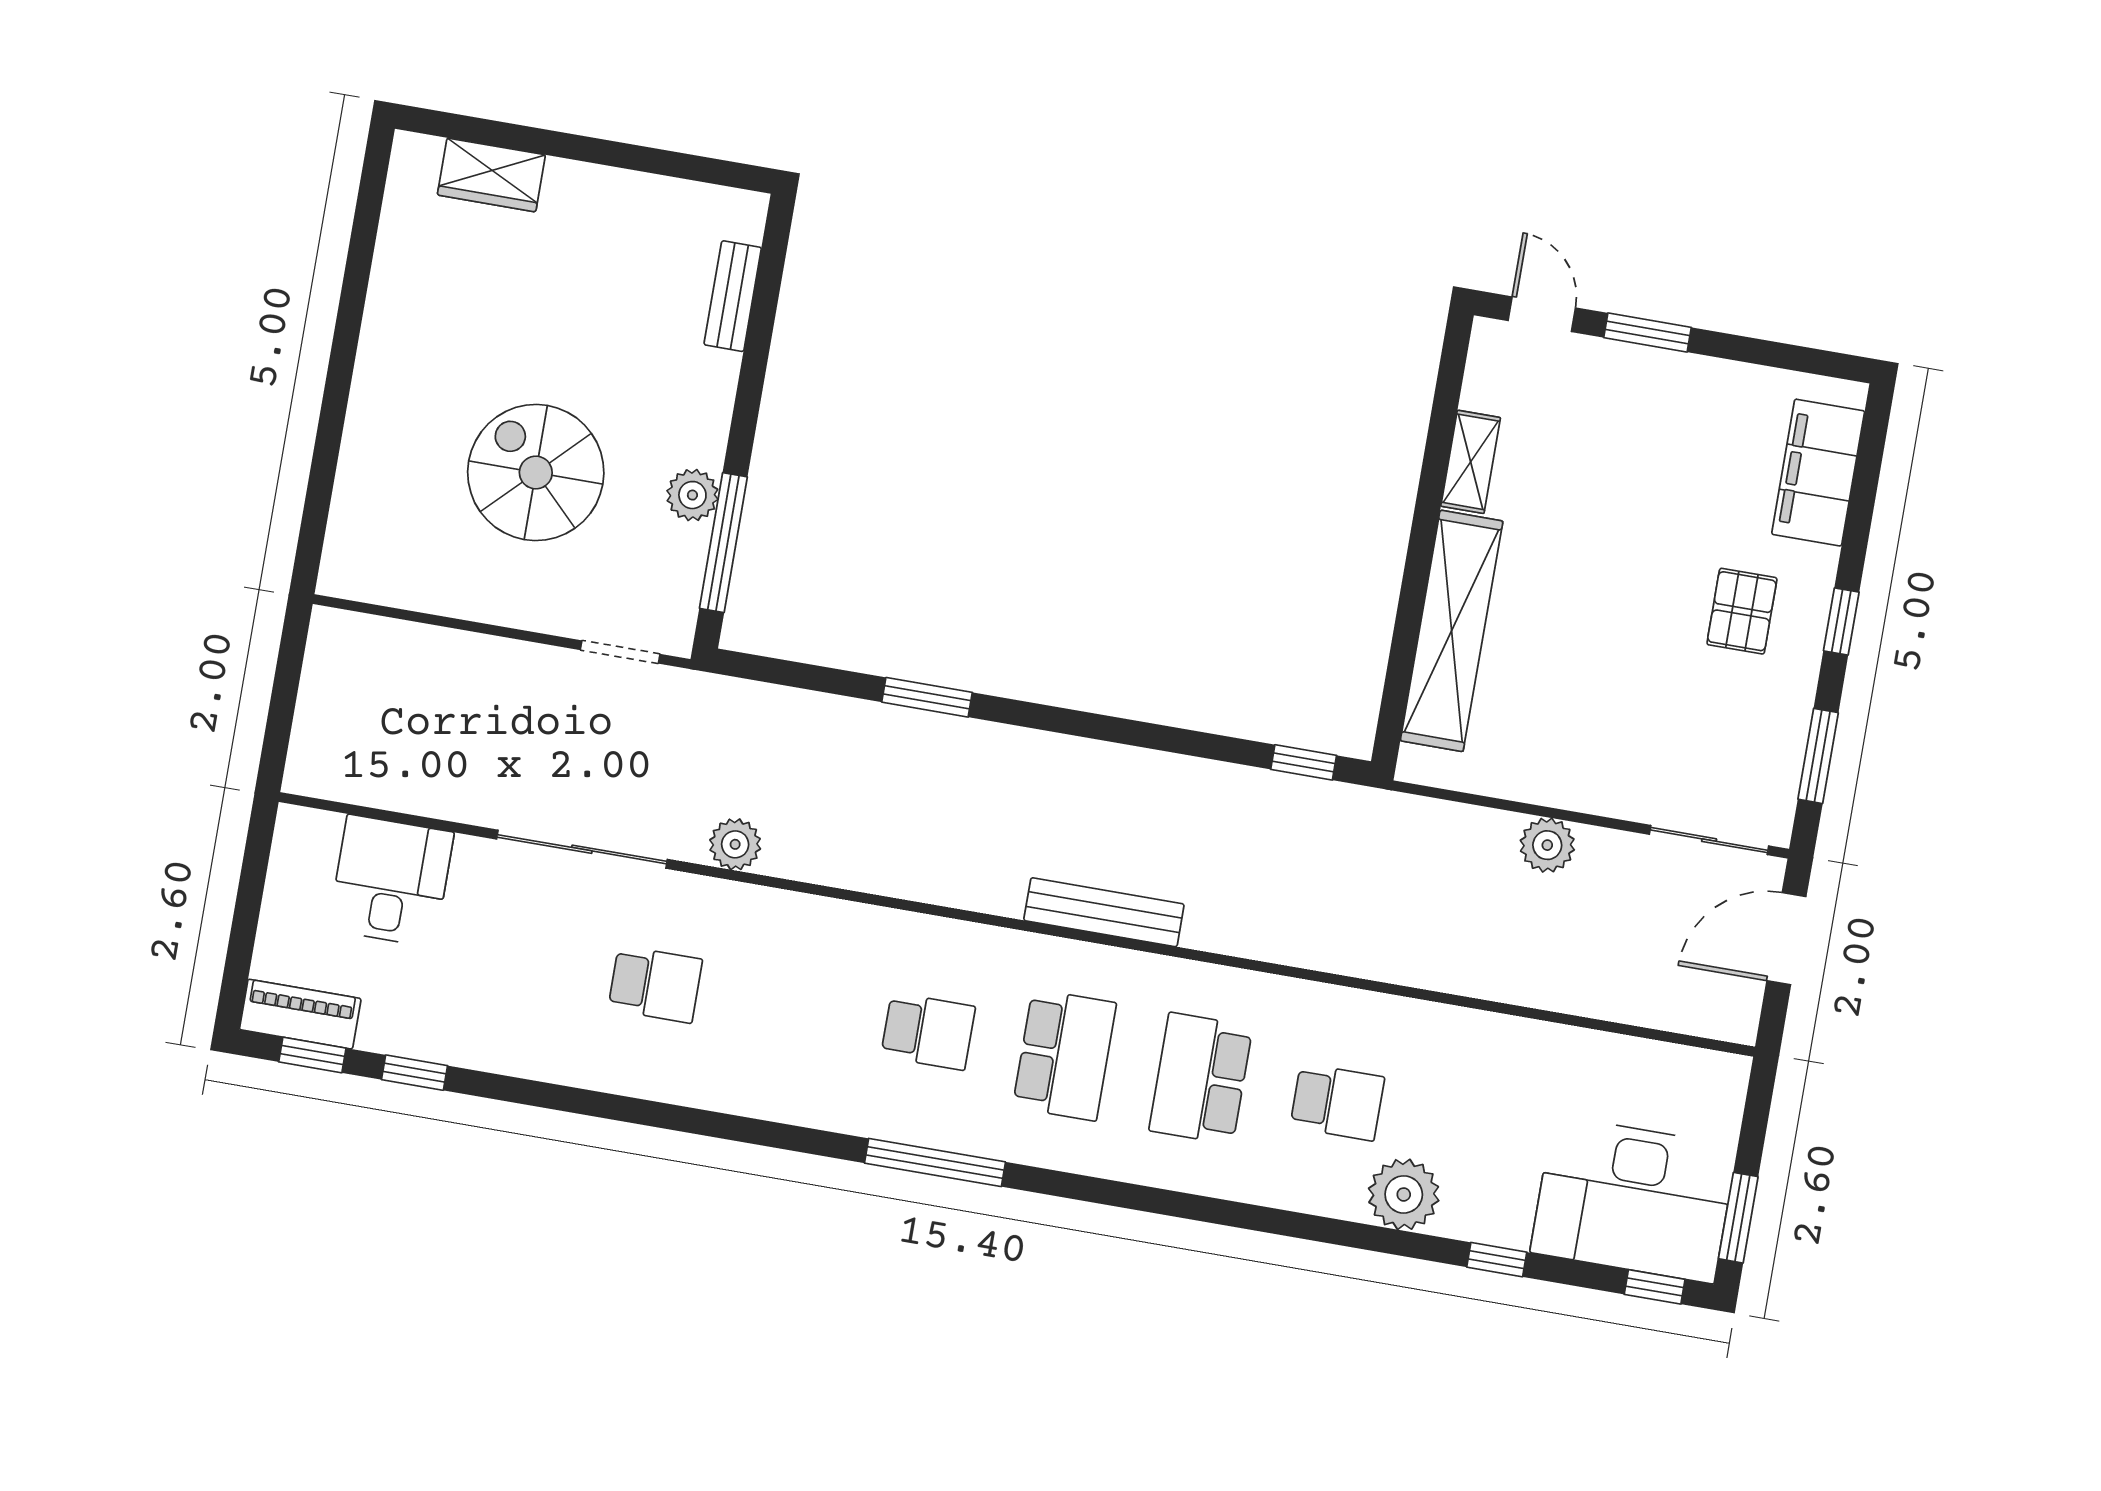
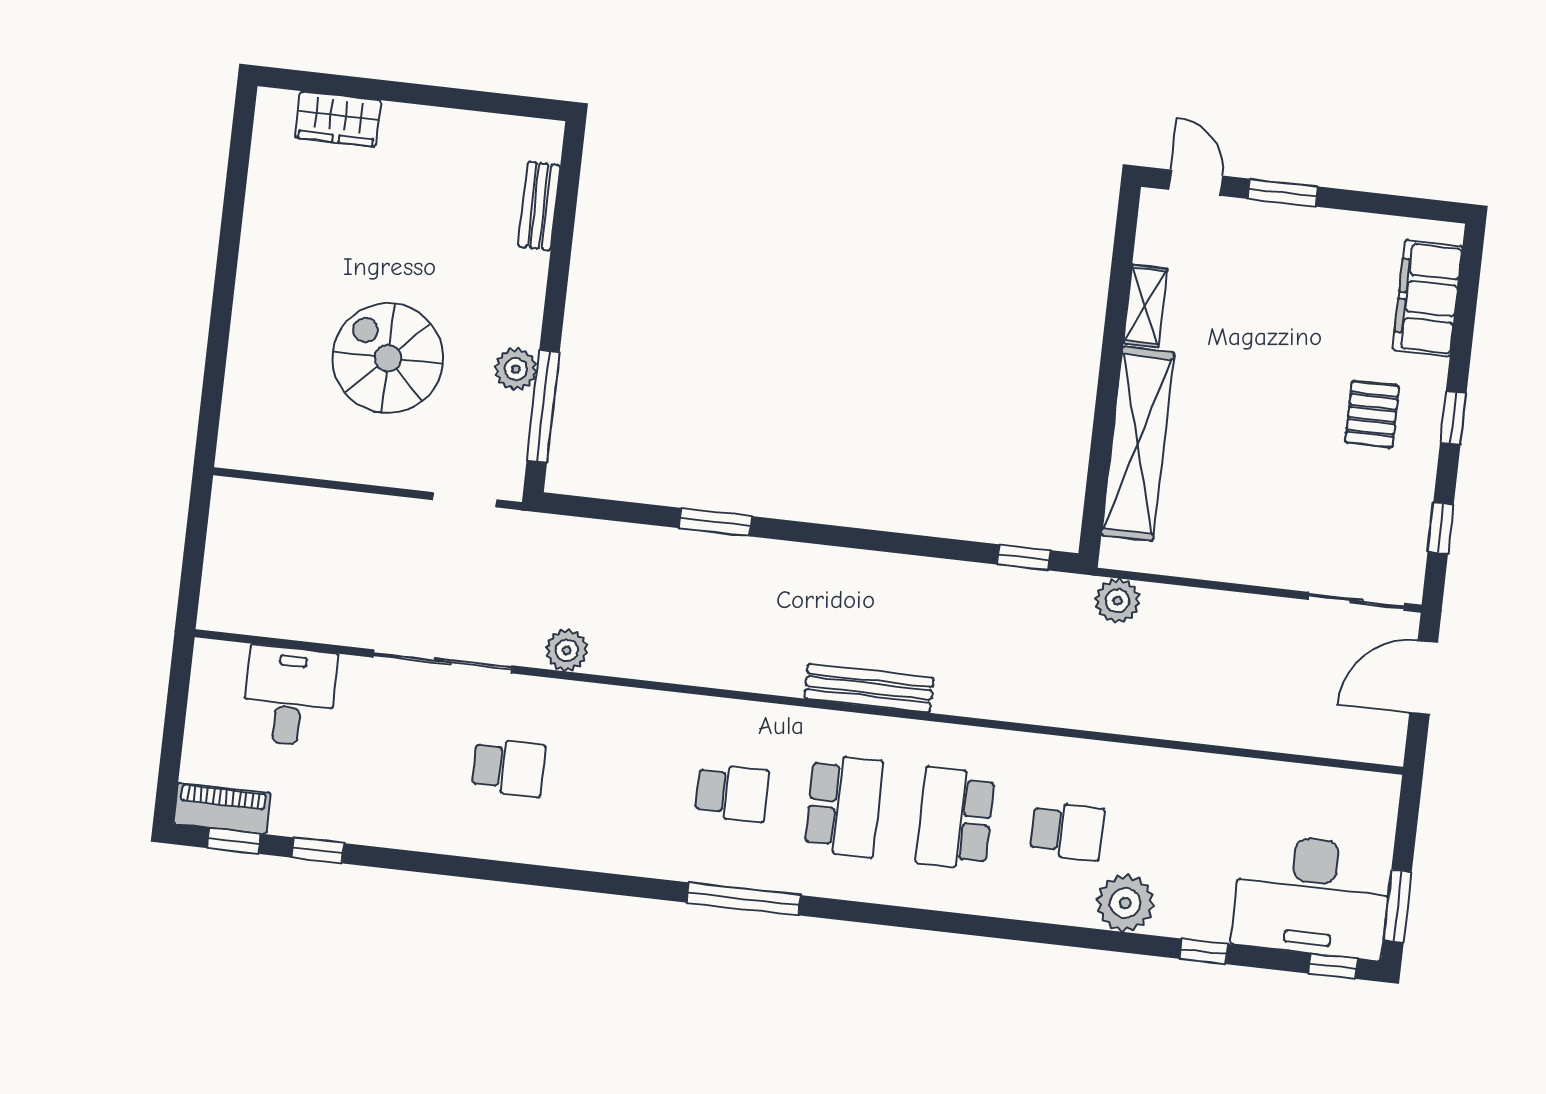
window: (1818, 756) -> (1441, 528), width x0.67
plant: (1547, 845) -> (1118, 601), moved

